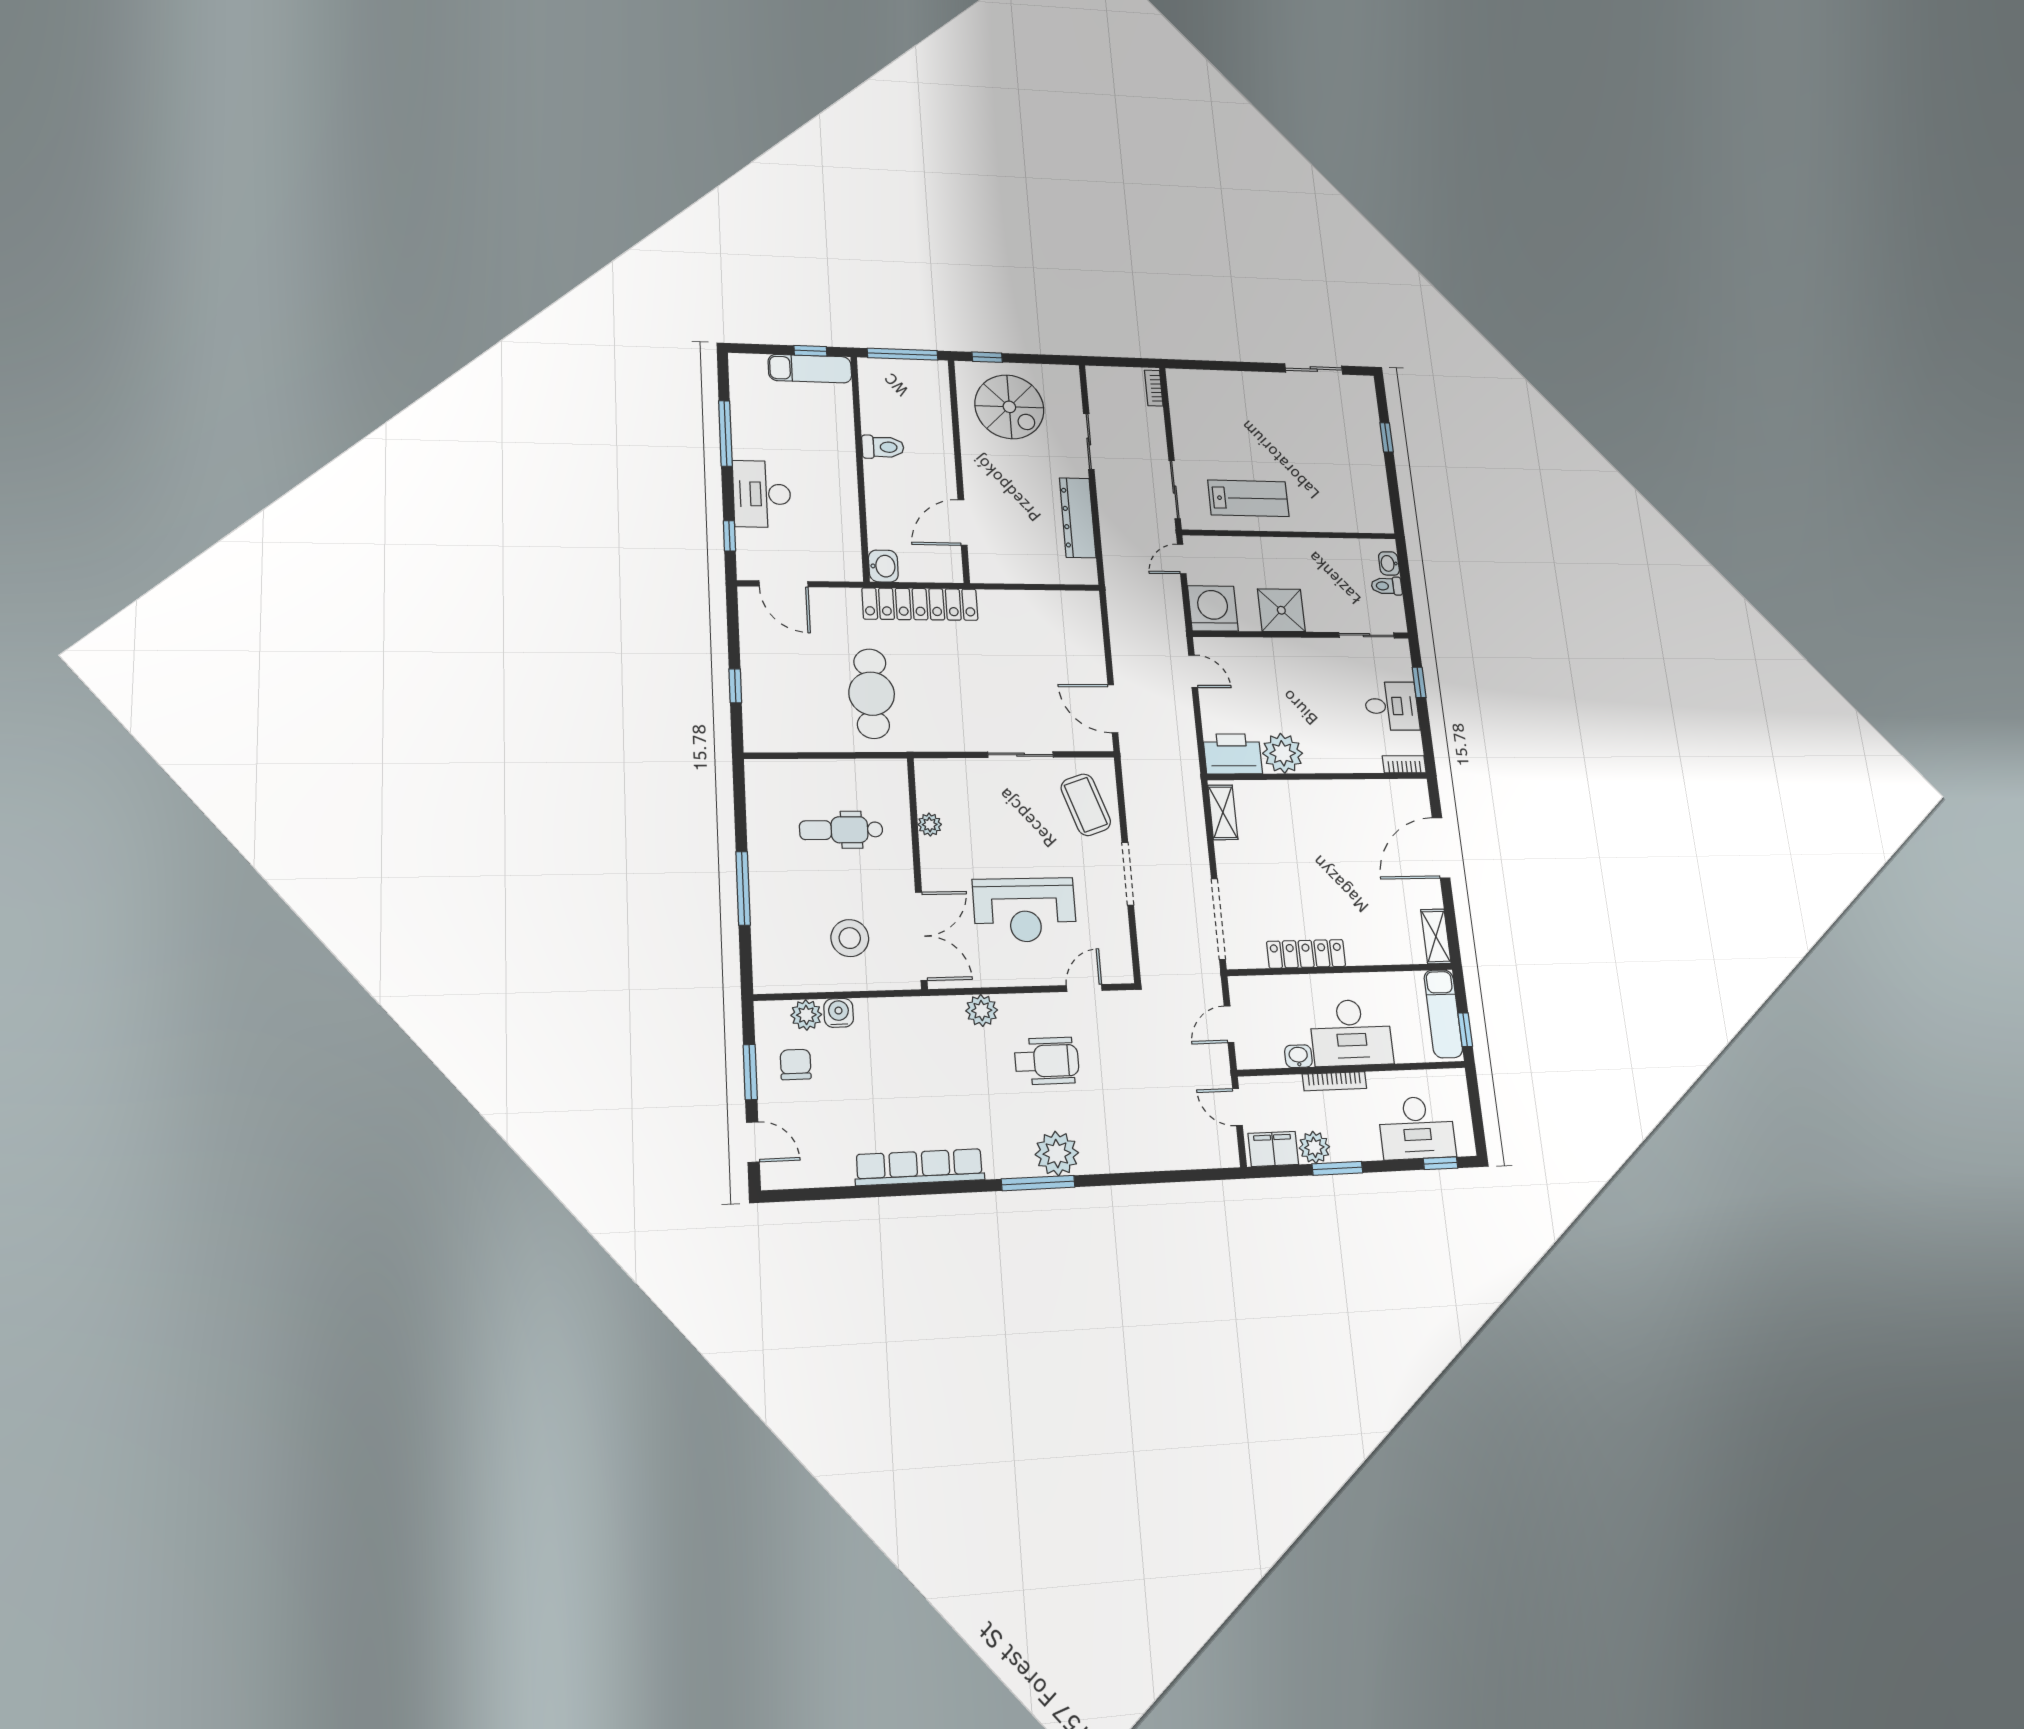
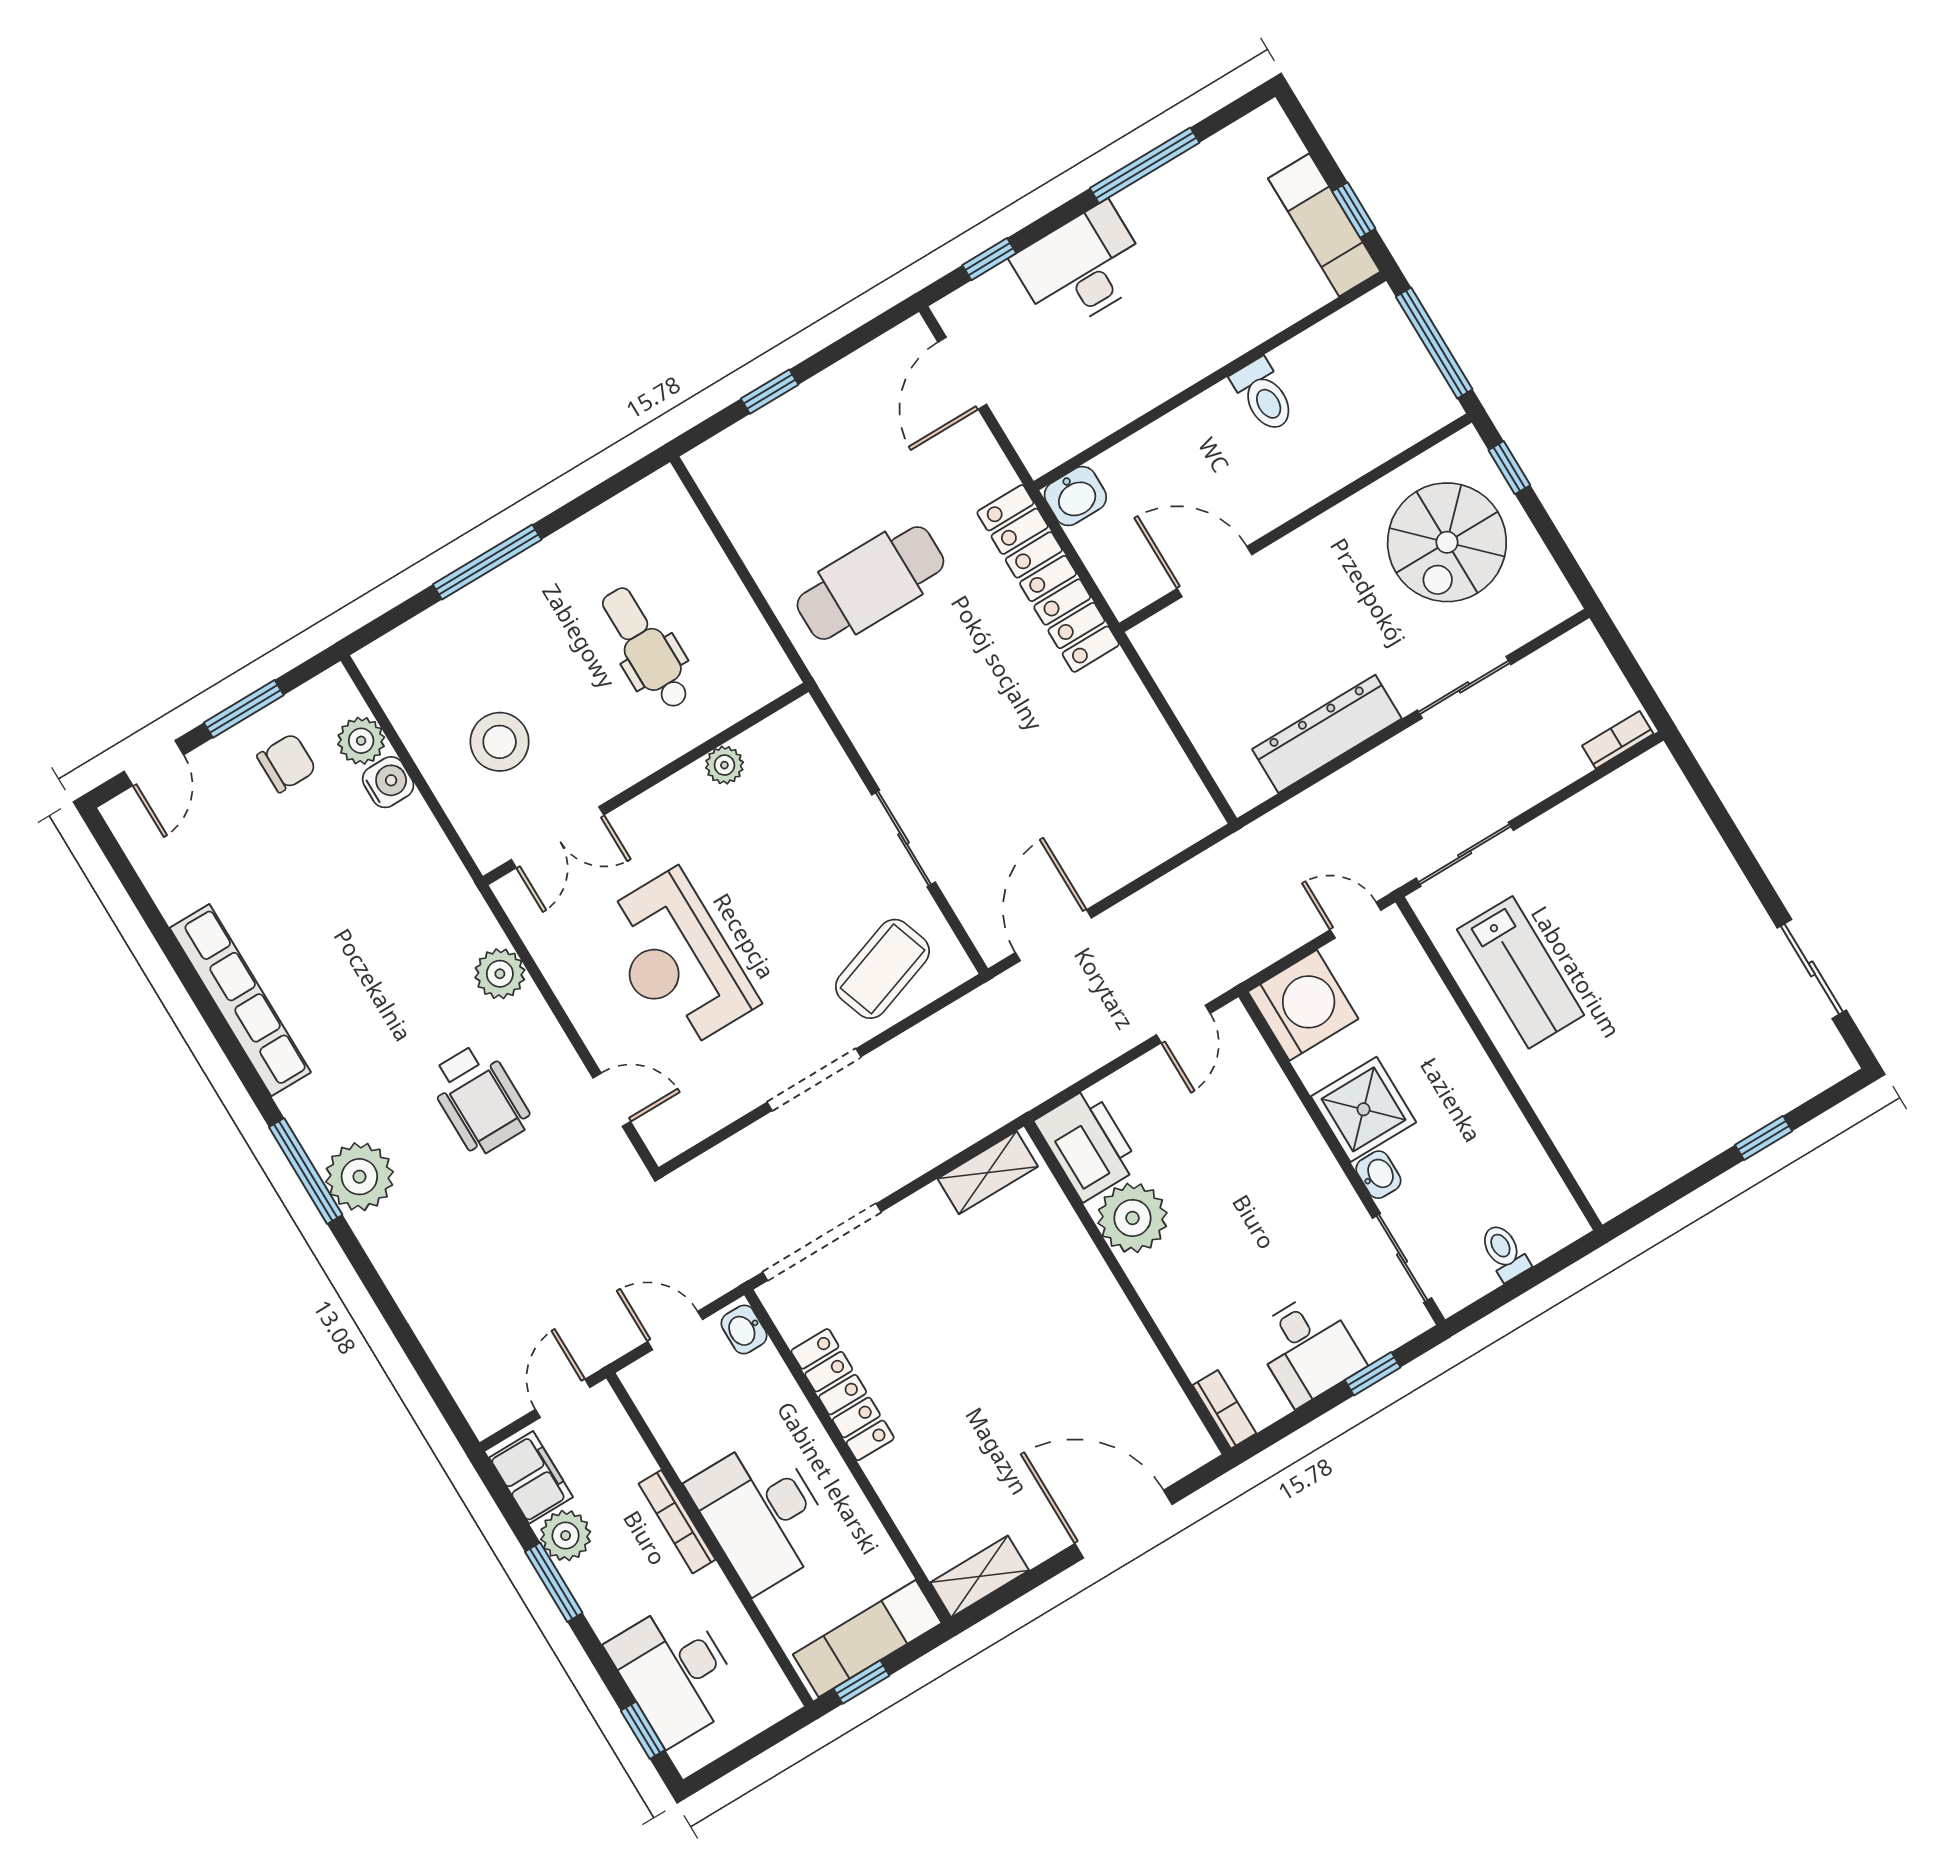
washbasin: (1389, 563) -> (1378, 1175), moved, turned 90
double door: (921, 936) -> (558, 837), width x0.73
washbasin: (1298, 1056) -> (744, 1329), moved, turned 180

